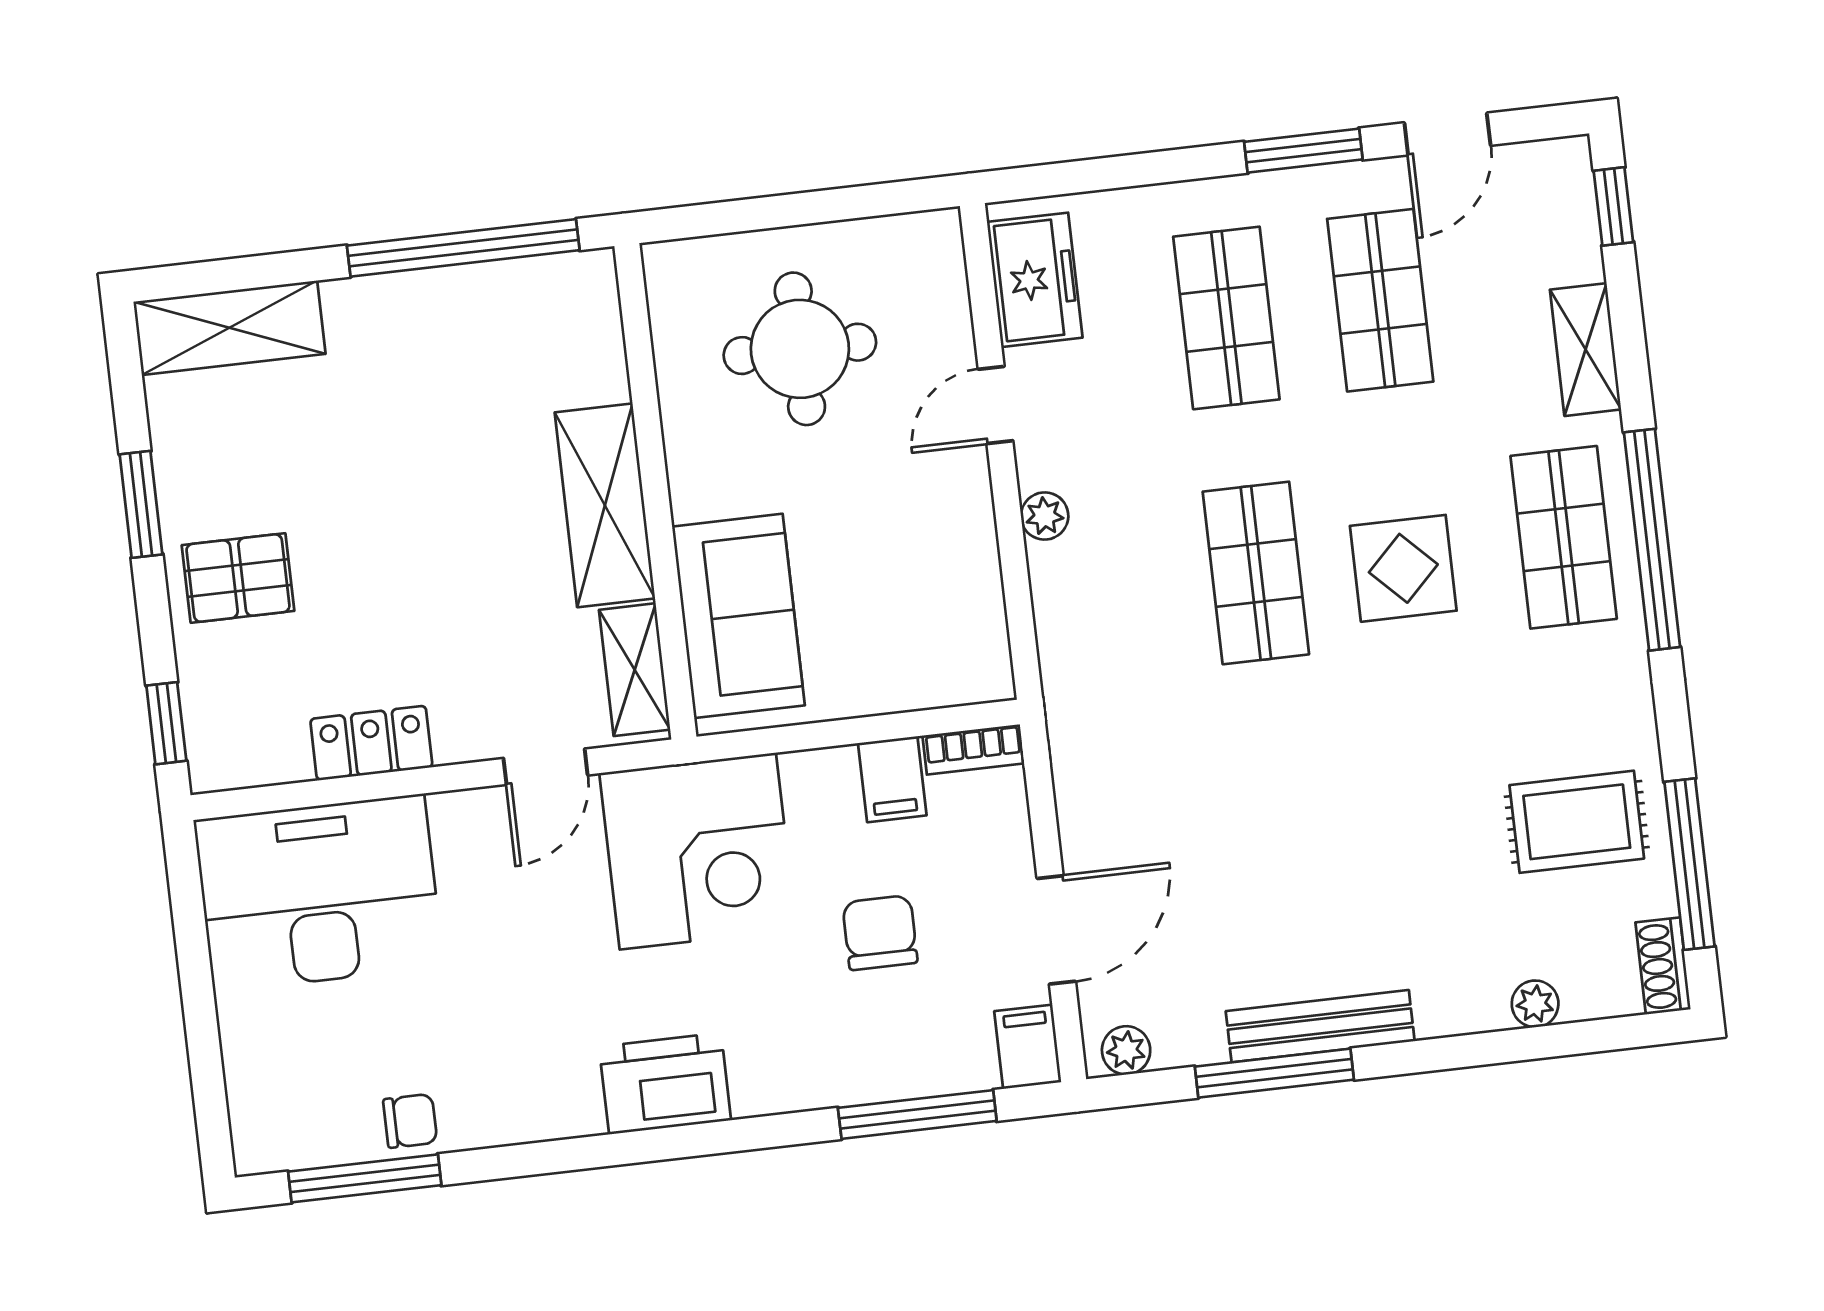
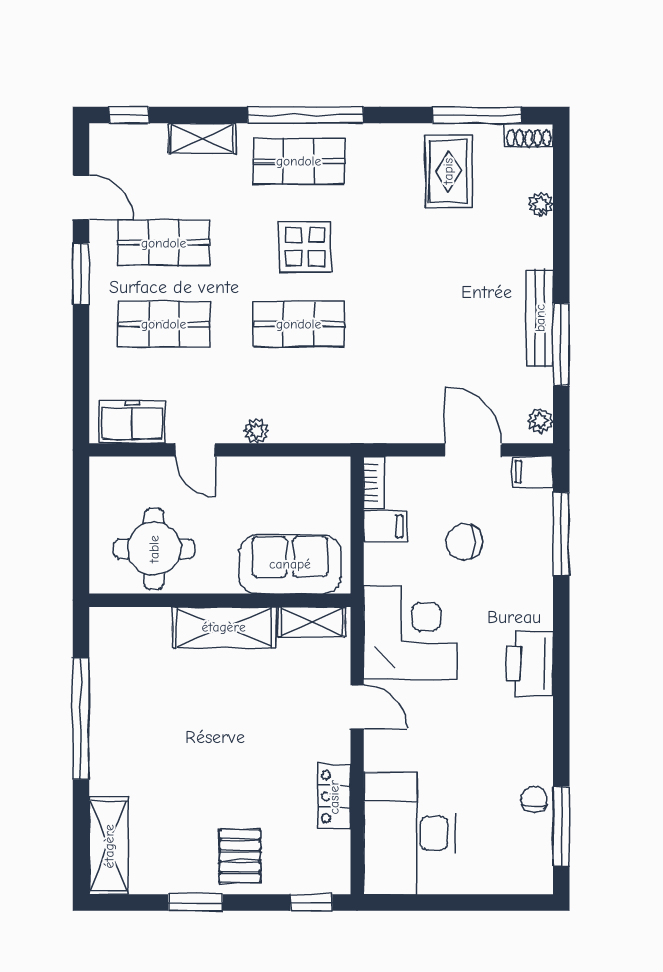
wall: (655, 491) -> (220, 600), moved
shelving: (605, 505) -> (224, 627), moved
sofa: (738, 616) -> (290, 564), moved
shelving: (635, 670) -> (312, 622), moved

